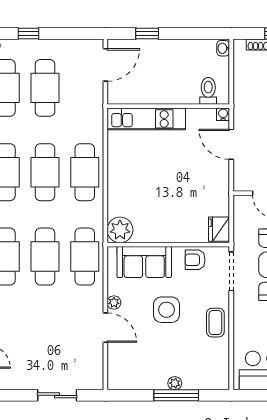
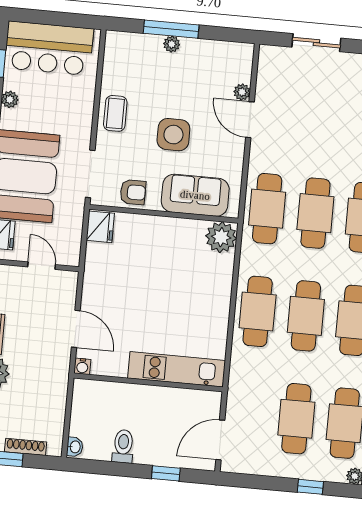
toilet: (208, 91) -> (123, 446), moved, turned 180
plant: (114, 302) -> (242, 92), moved

